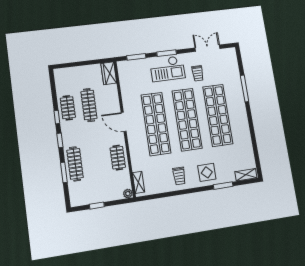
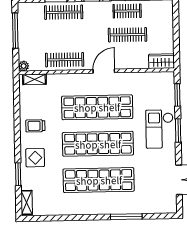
trolley: (198, 73) -> (150, 164), removed
clothes rail: (118, 158) -> (65, 60), width x1.36
window: (97, 206) -> (15, 31), width x2.17

